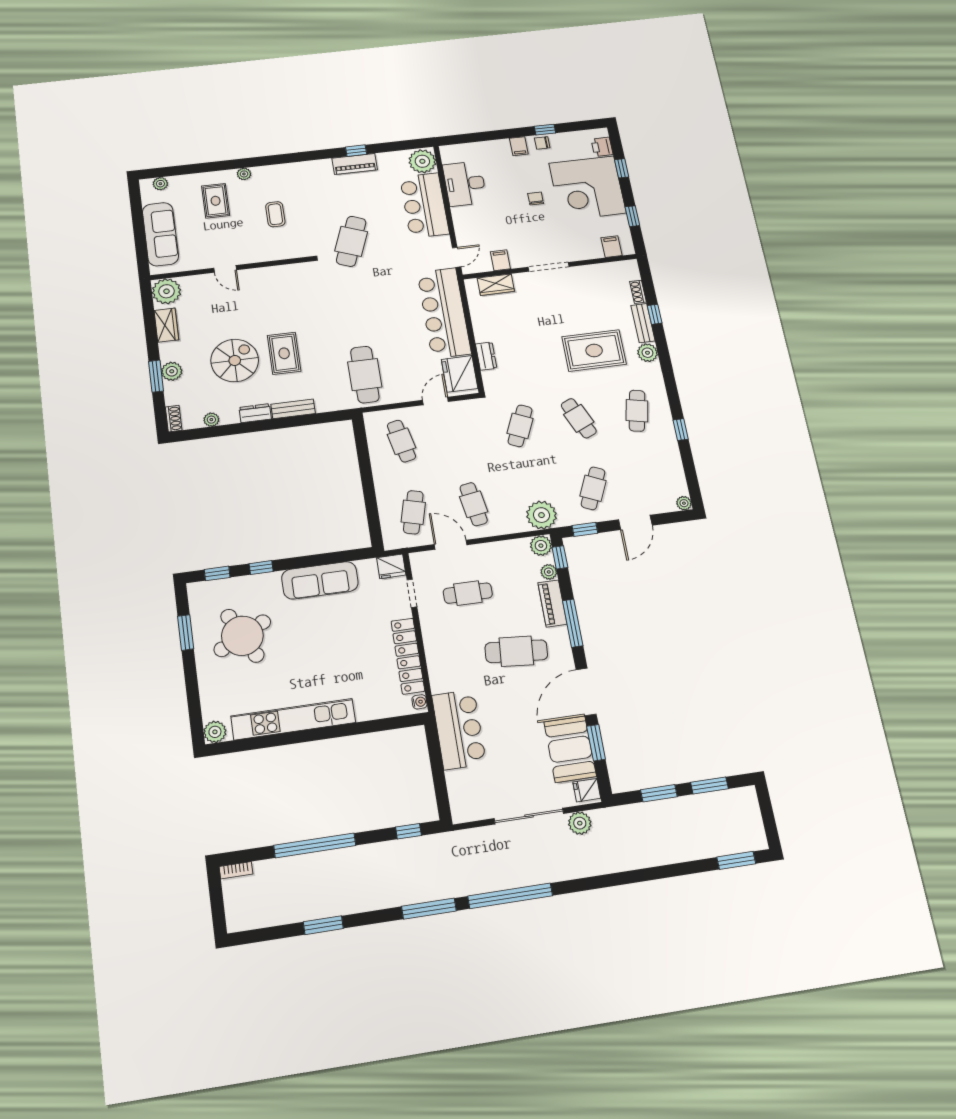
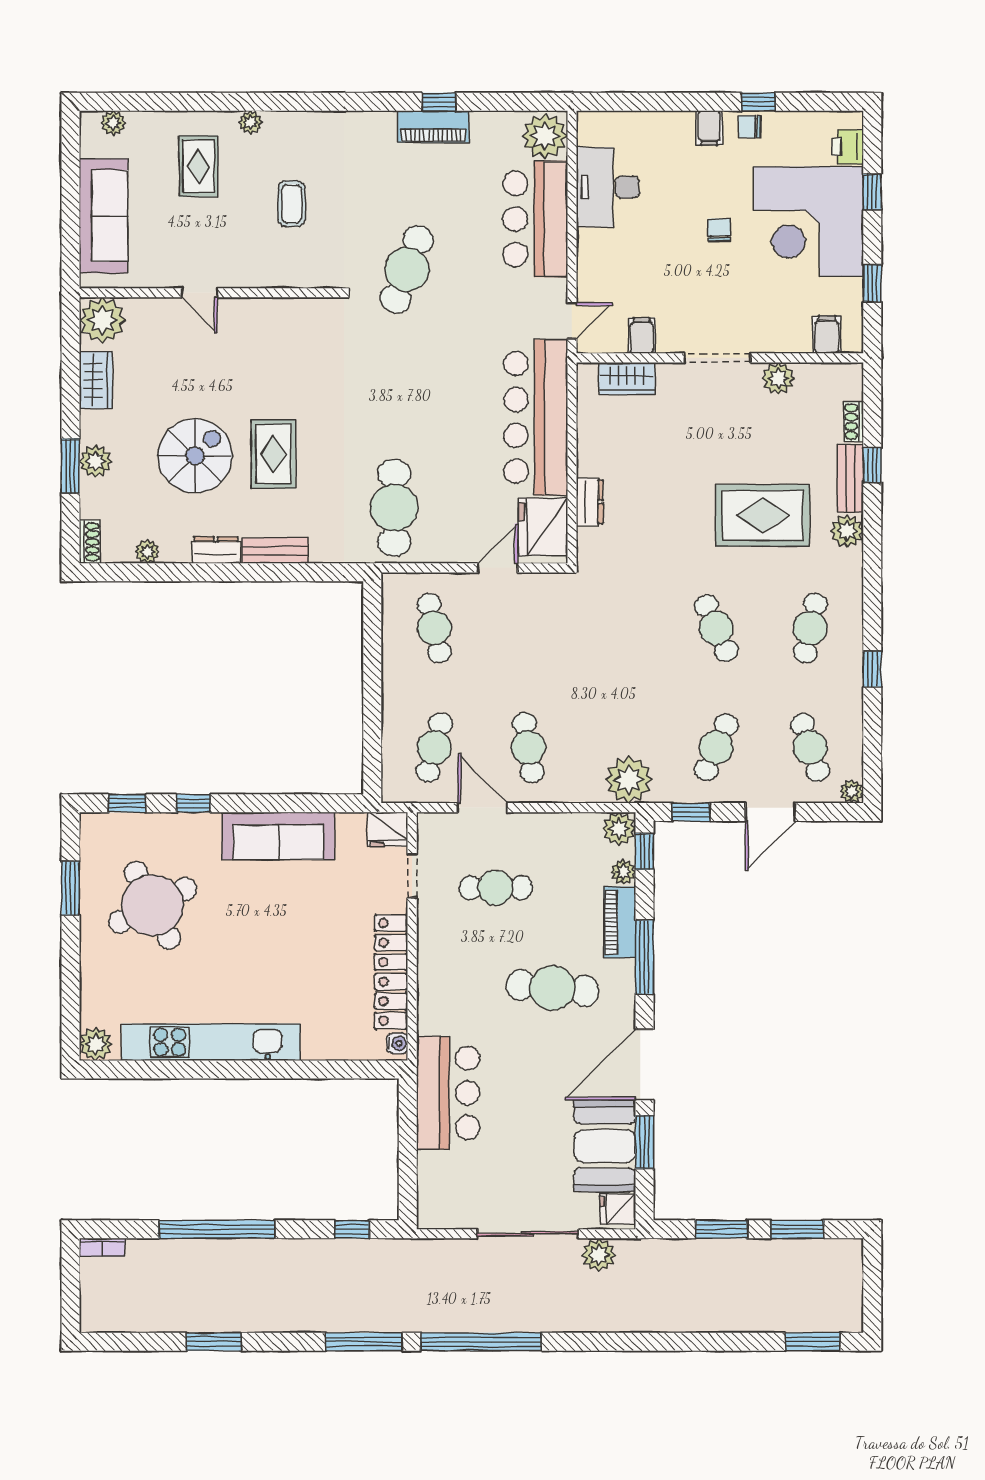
plant: (588, 274) -> (778, 378), added
cafe table: (520, 426) -> (810, 747), moved, turned -42

